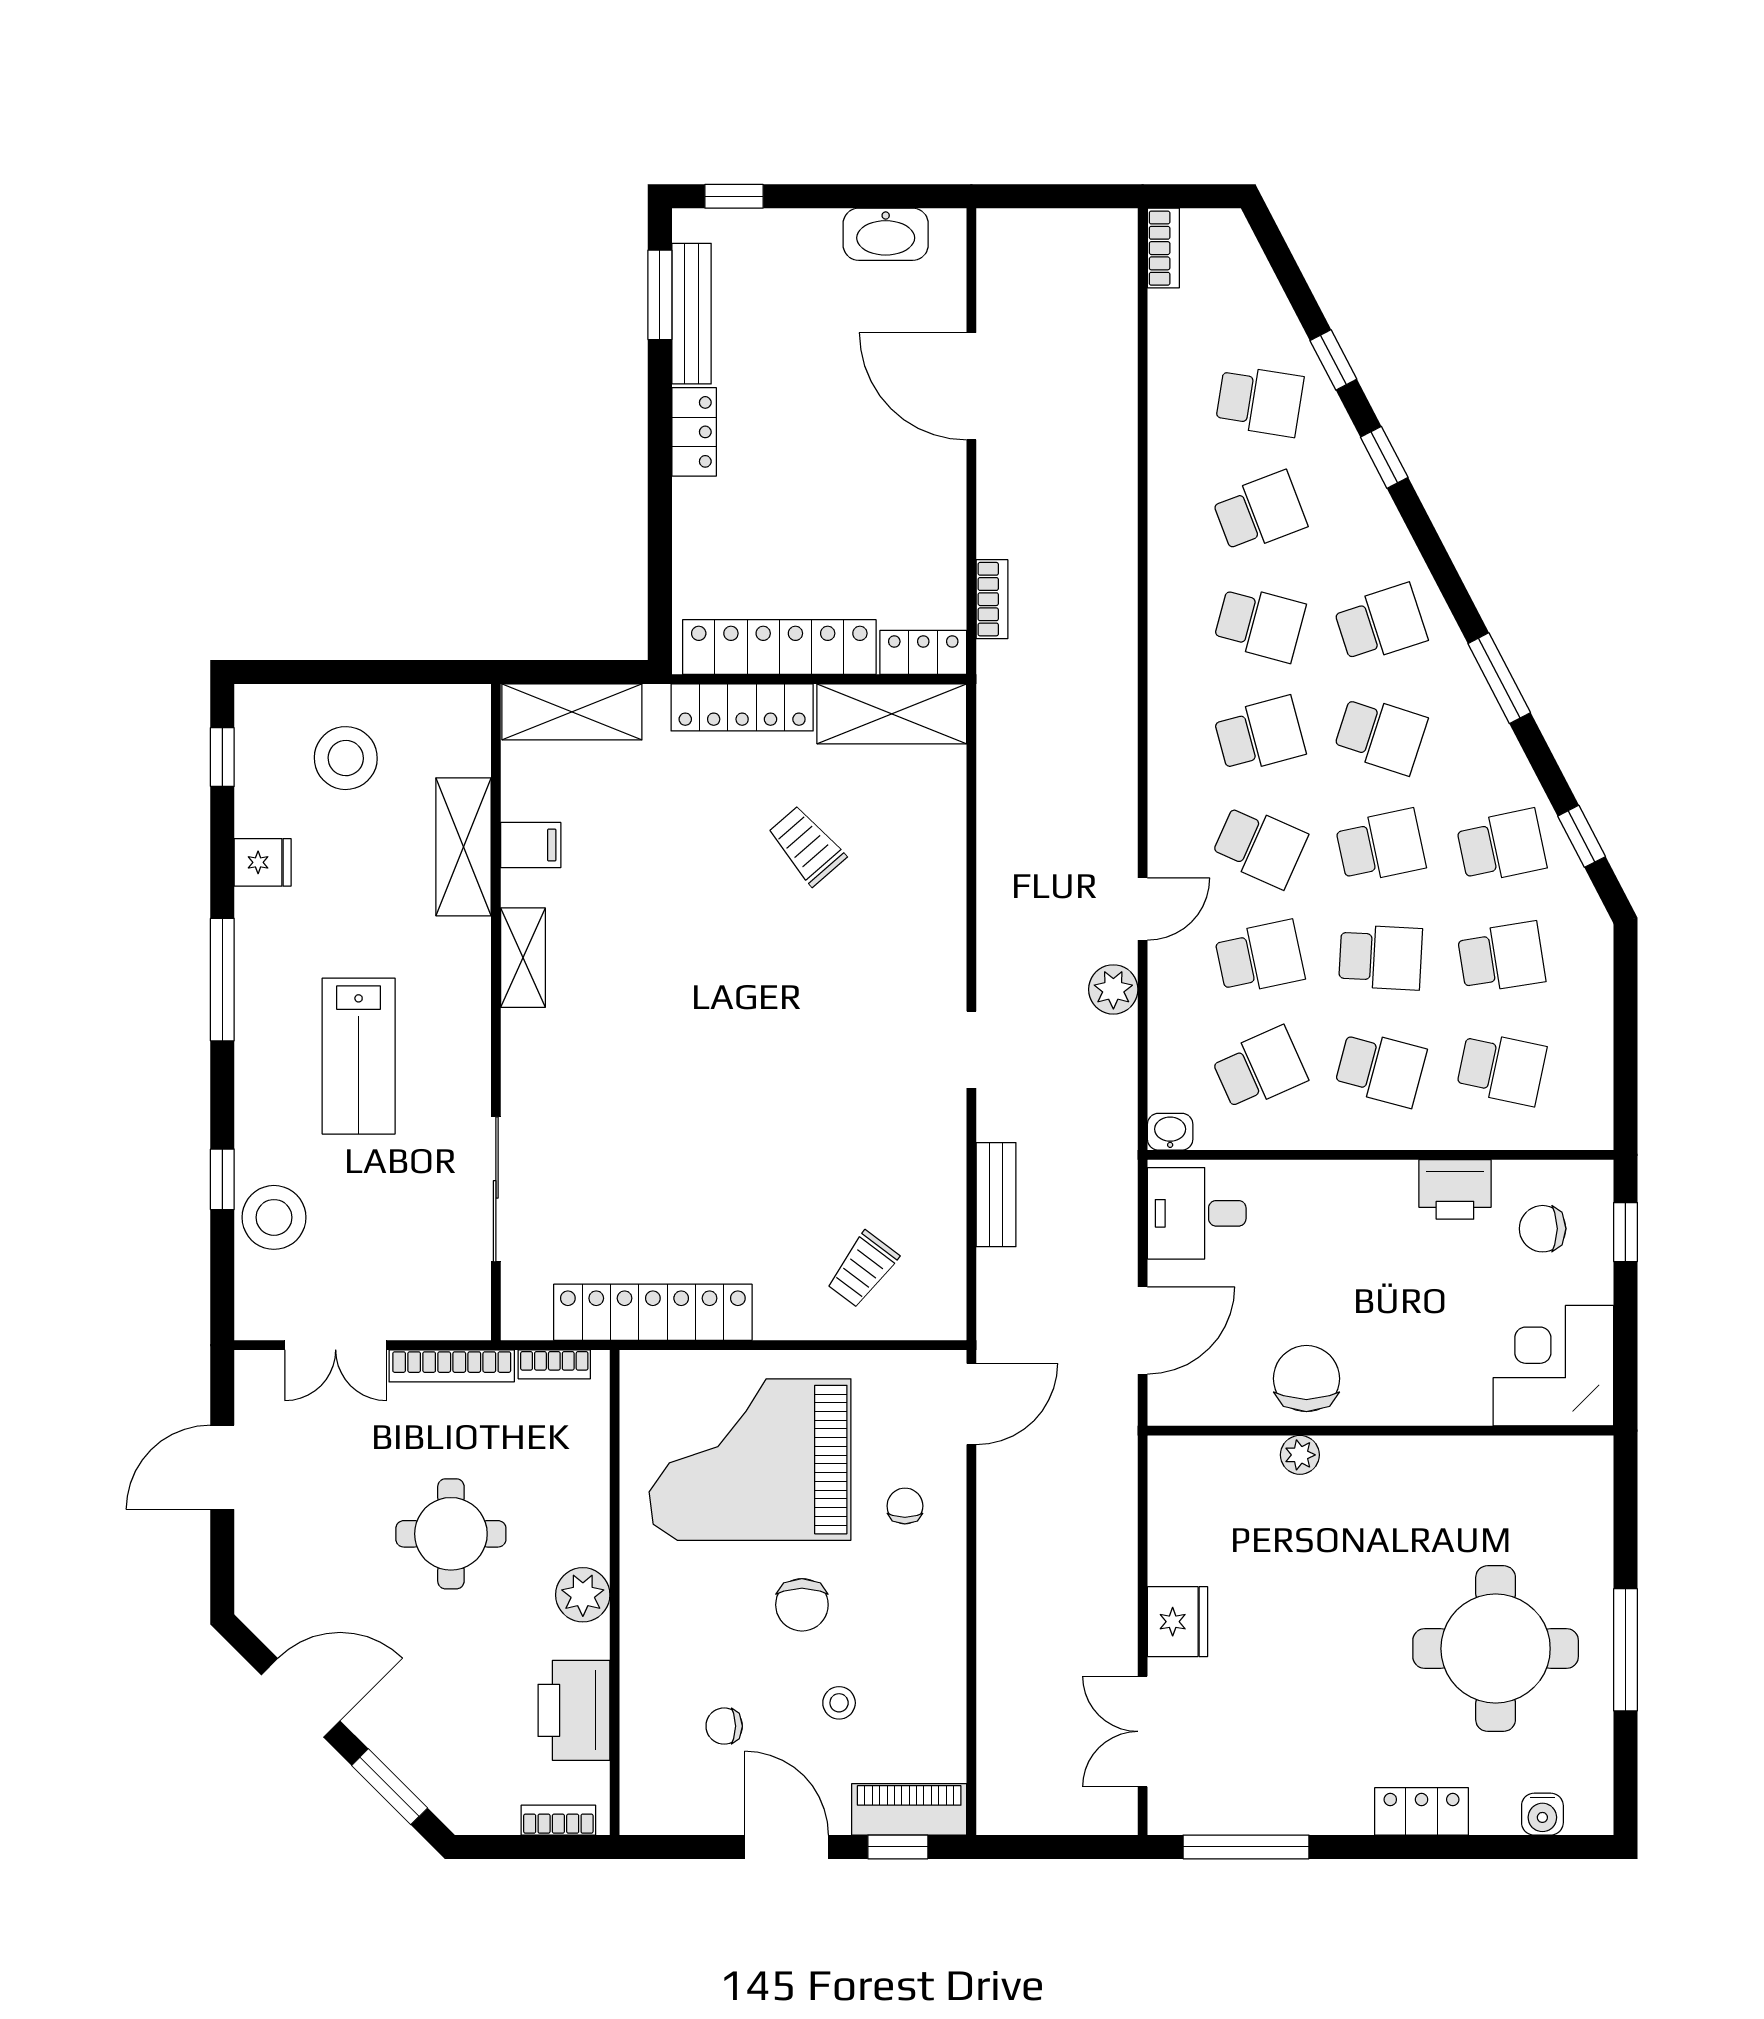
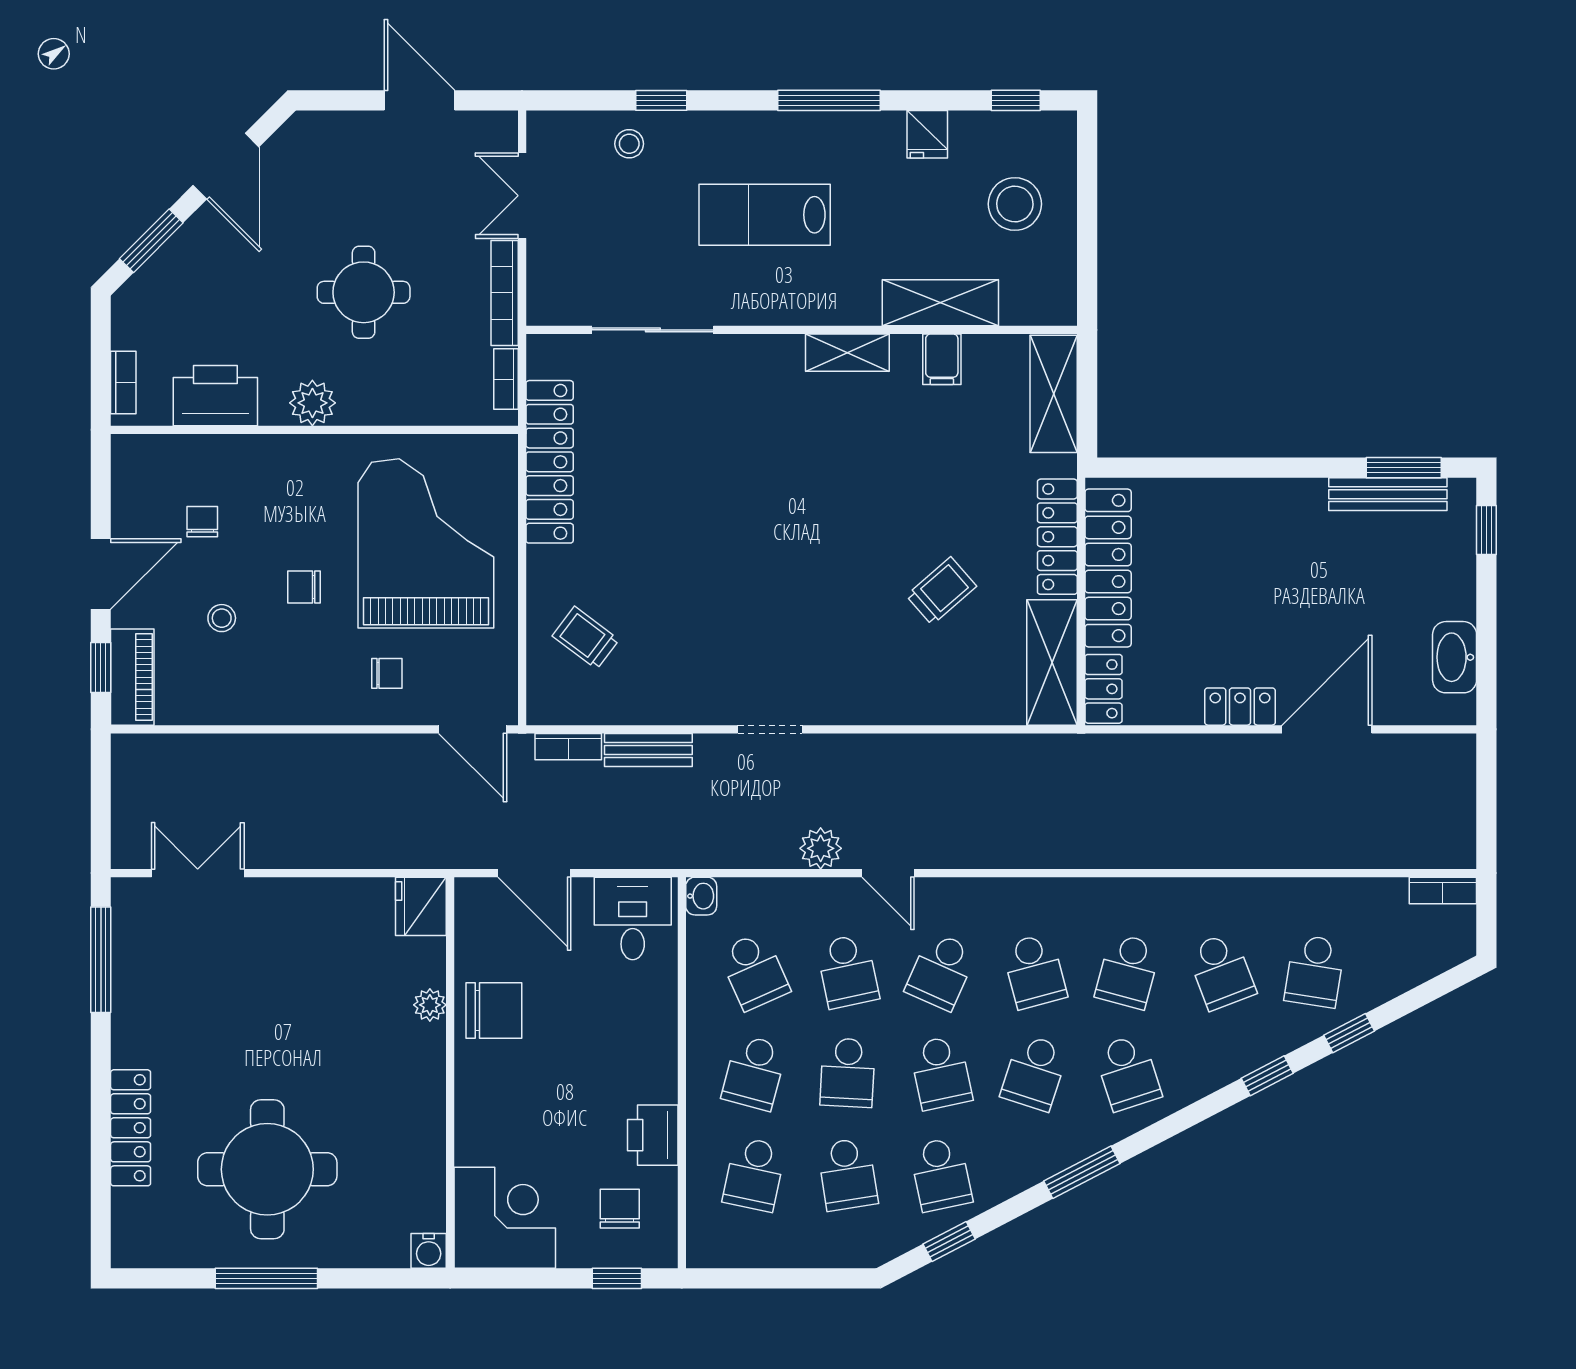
locker: (694, 432) -> (1240, 707), moved, turned 180
bookcase: (992, 599) -> (568, 747), moved
stool: (274, 1217) -> (629, 144), width x0.53, depth x0.53
chair: (802, 1605) -> (304, 587), width x0.73, depth x0.73
fridge: (1178, 1622) -> (421, 906), moved, turned 90
locker: (1422, 1811) -> (131, 1128), width x1.53
water cooler: (1542, 1814) -> (429, 1251), moved, turned -90

